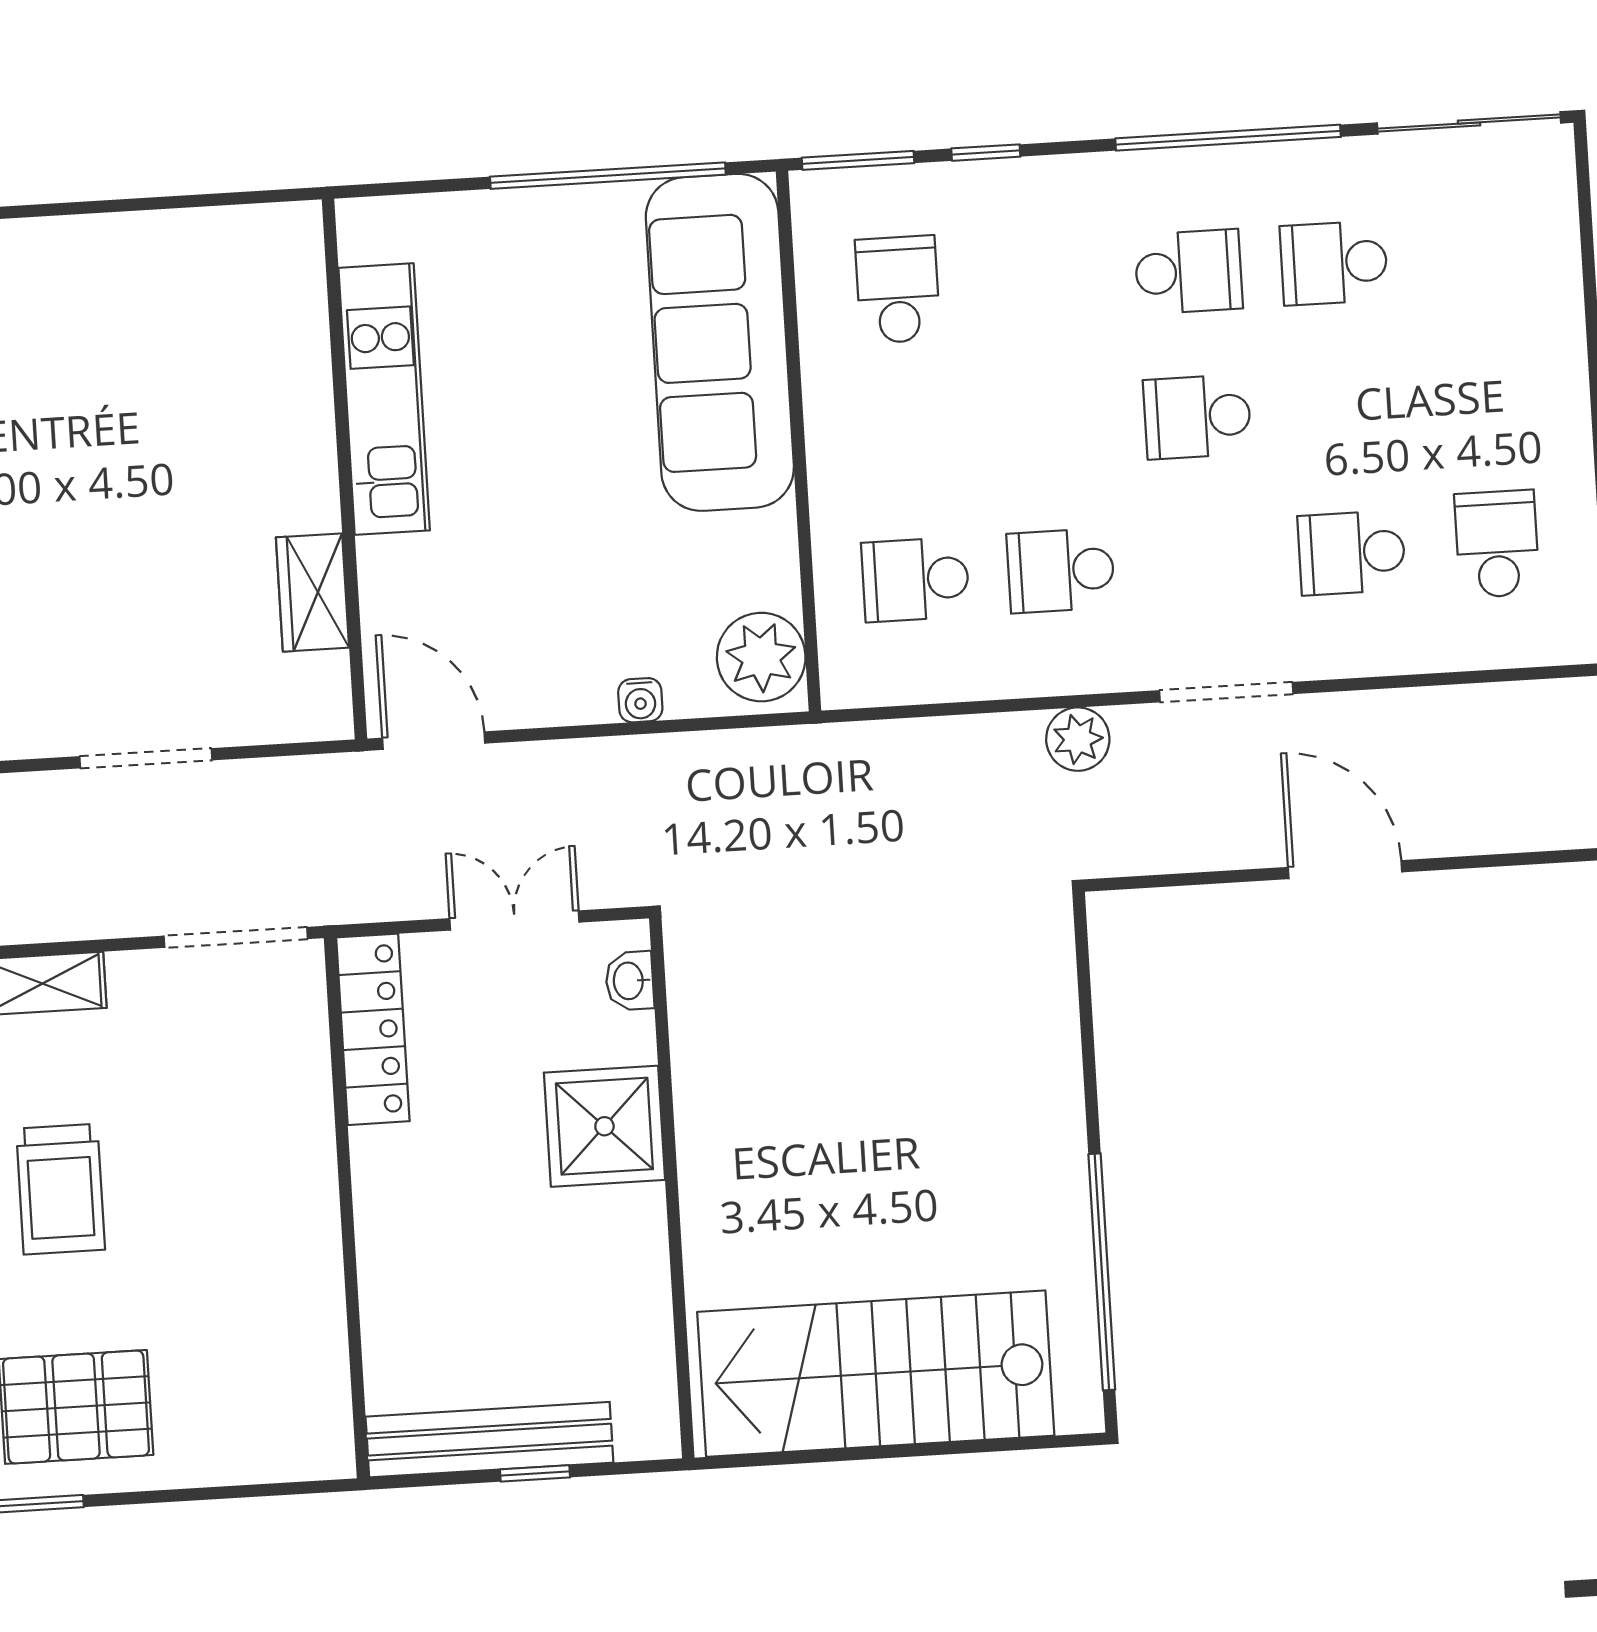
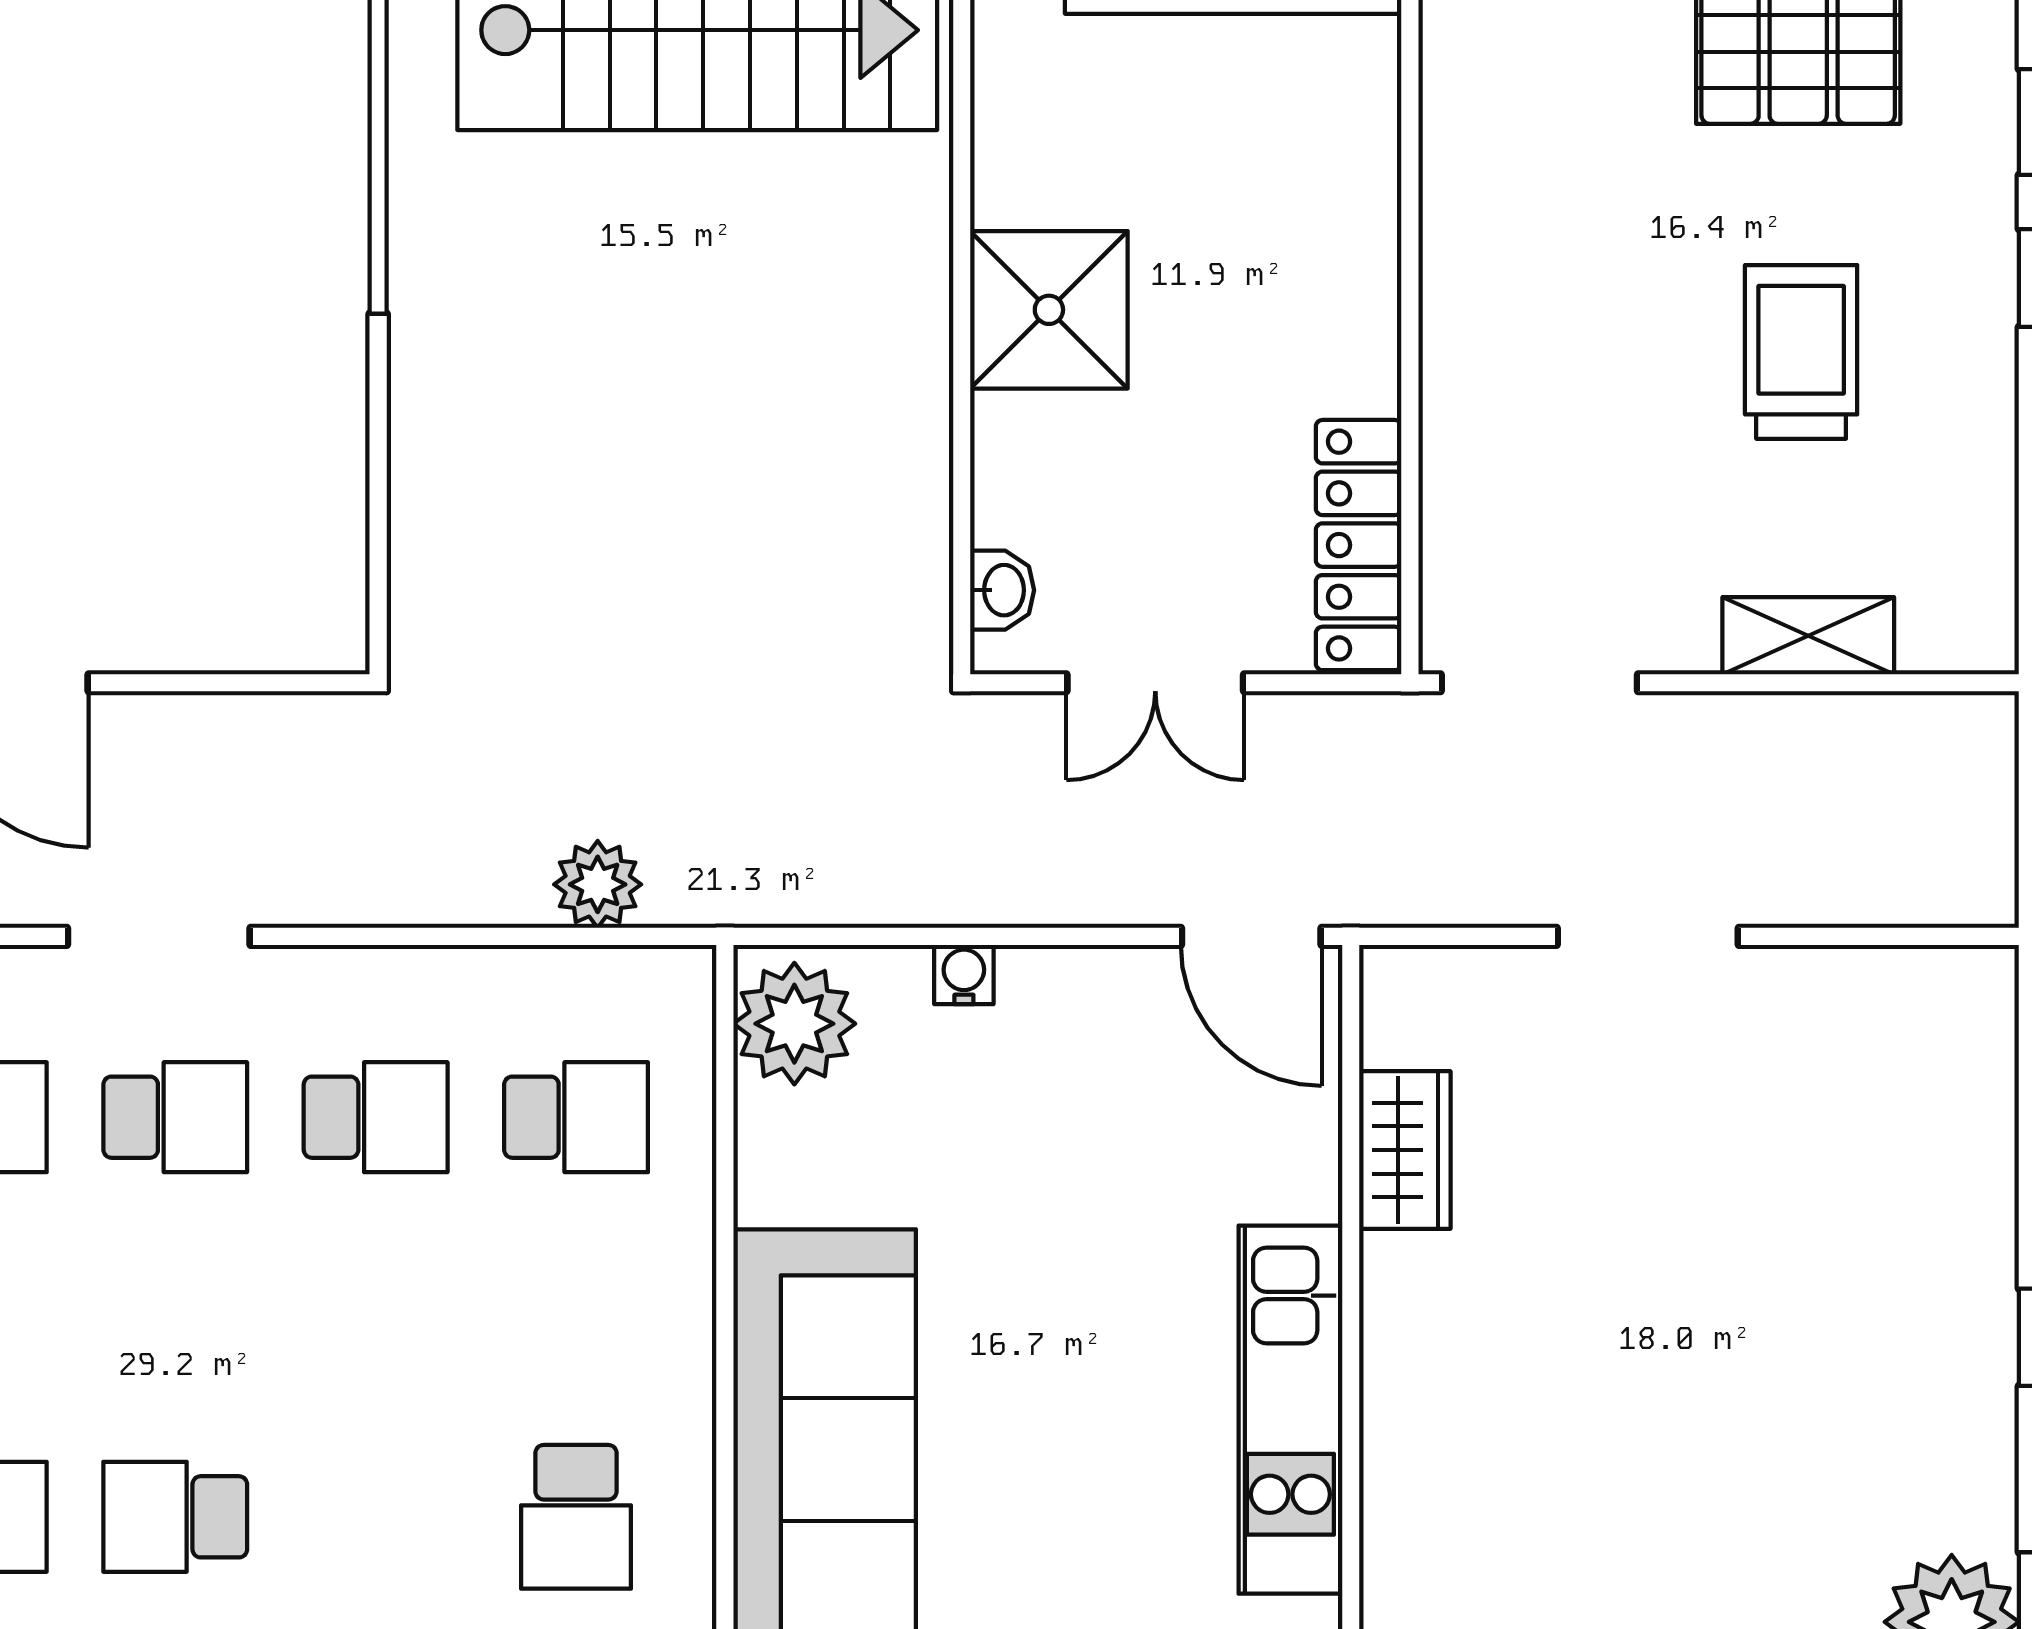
school desk: (1197, 417) -> (175, 1117), moved
plant: (1078, 739) -> (598, 884), moved
shower: (604, 1126) -> (1049, 310), moved

